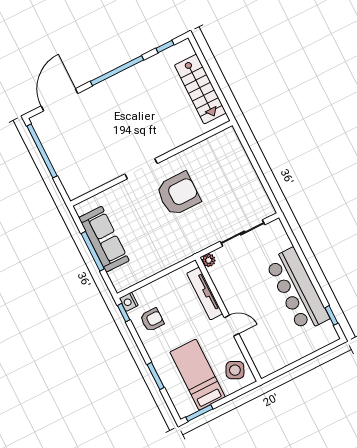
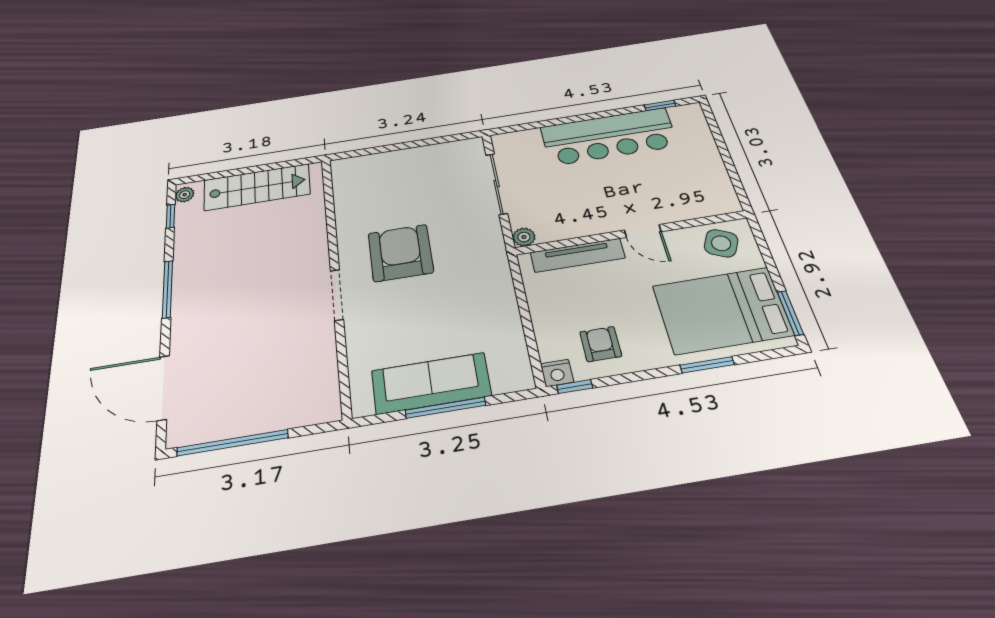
plant: (183, 47) -> (185, 195), added
window: (117, 71) -> (167, 289), width x0.68
door: (232, 326) -> (643, 231), swing flipped
bed: (198, 375) -> (722, 310), width x1.50

